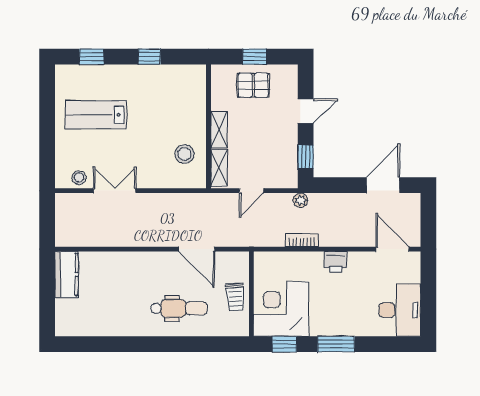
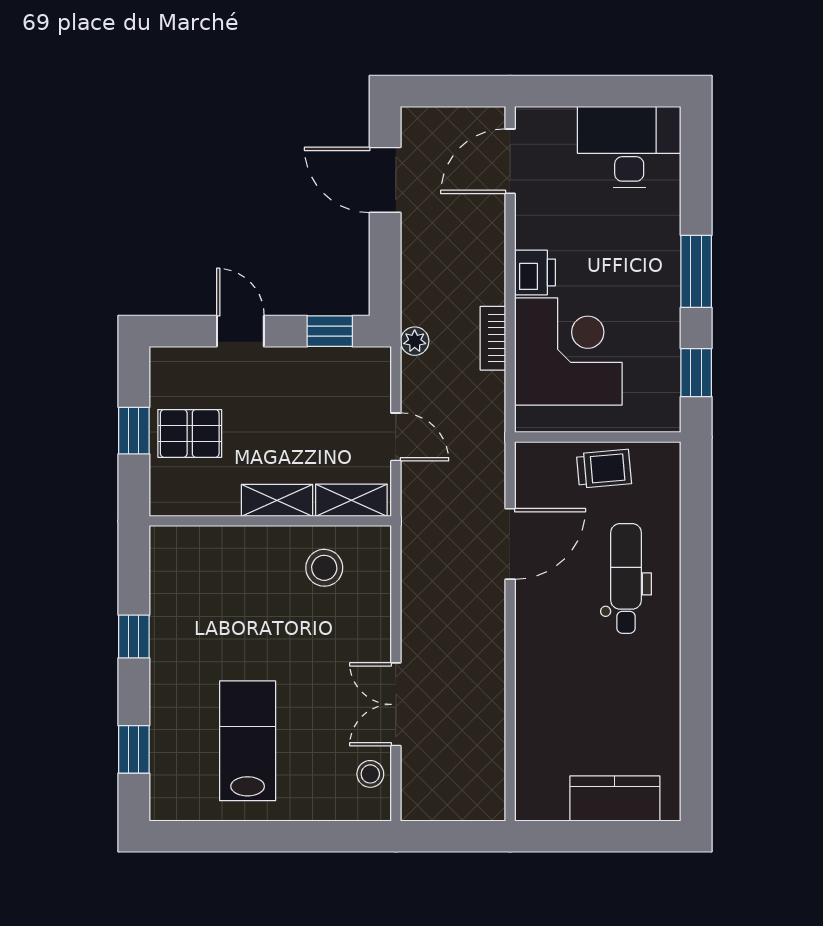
pallet: (253, 85) -> (190, 433), turned 90
lab bench: (96, 115) -> (248, 741), turned 180
kitchen counter: (67, 275) -> (615, 798), moved
corner desk: (281, 309) -> (568, 352), moved, turned 180

